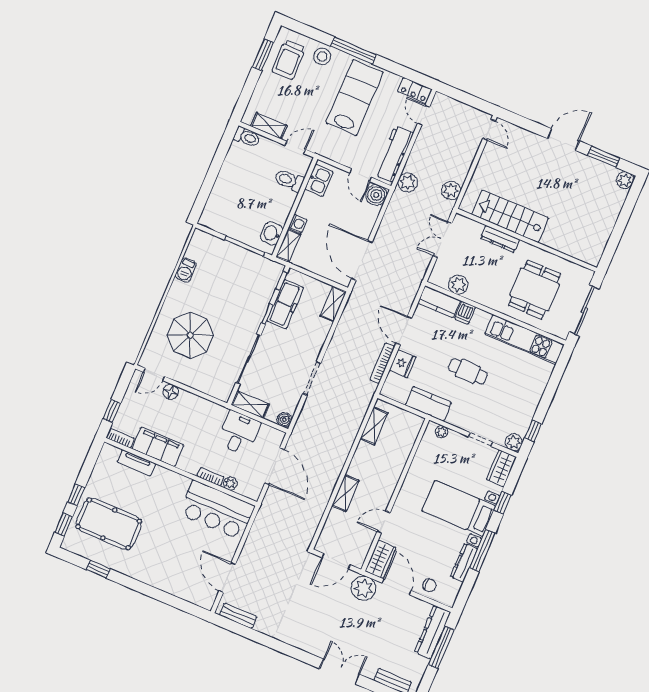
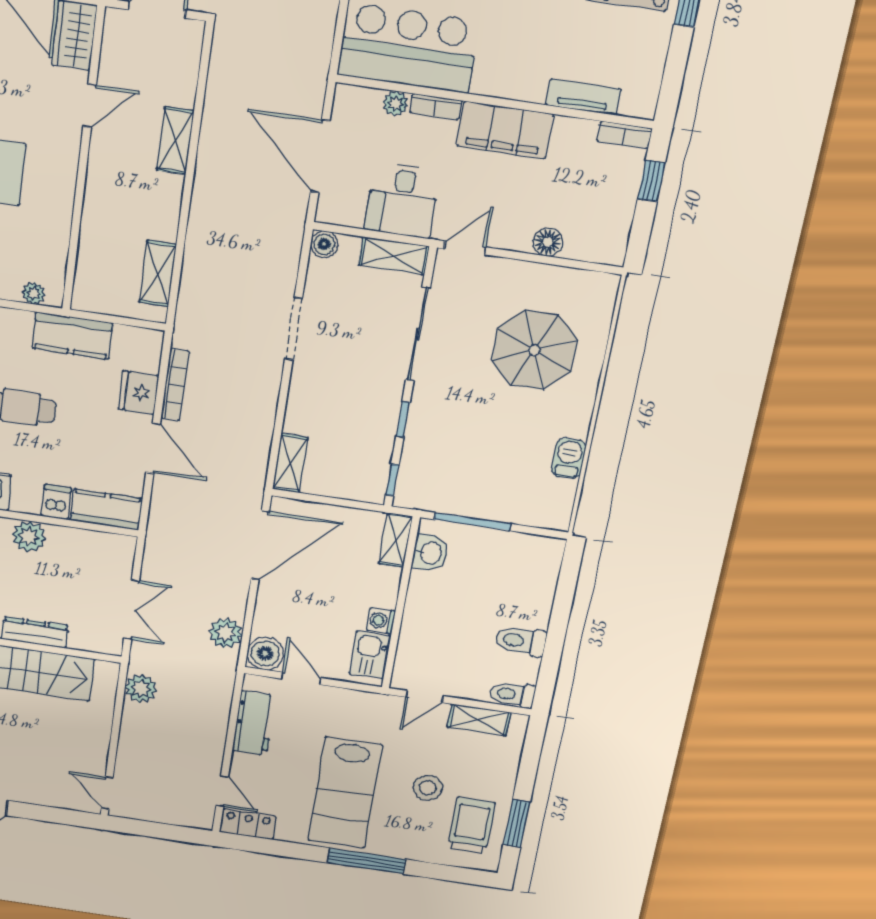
stool: (322, 56) -> (428, 788), moved
workbench: (394, 154) -> (254, 723), width x0.73
toilet: (289, 180) -> (521, 641), moved, turned 180
plant: (408, 182) -> (226, 633), moved
washing machine: (298, 223) -> (381, 621), moved
door: (362, 260) -> (260, 545), hinge flipped
plant: (458, 285) -> (29, 537), moved
freezer: (285, 304) -> (375, 443), removed
door: (154, 374) -> (465, 248), moved
filing cabinet: (158, 447) -> (505, 130), moved

